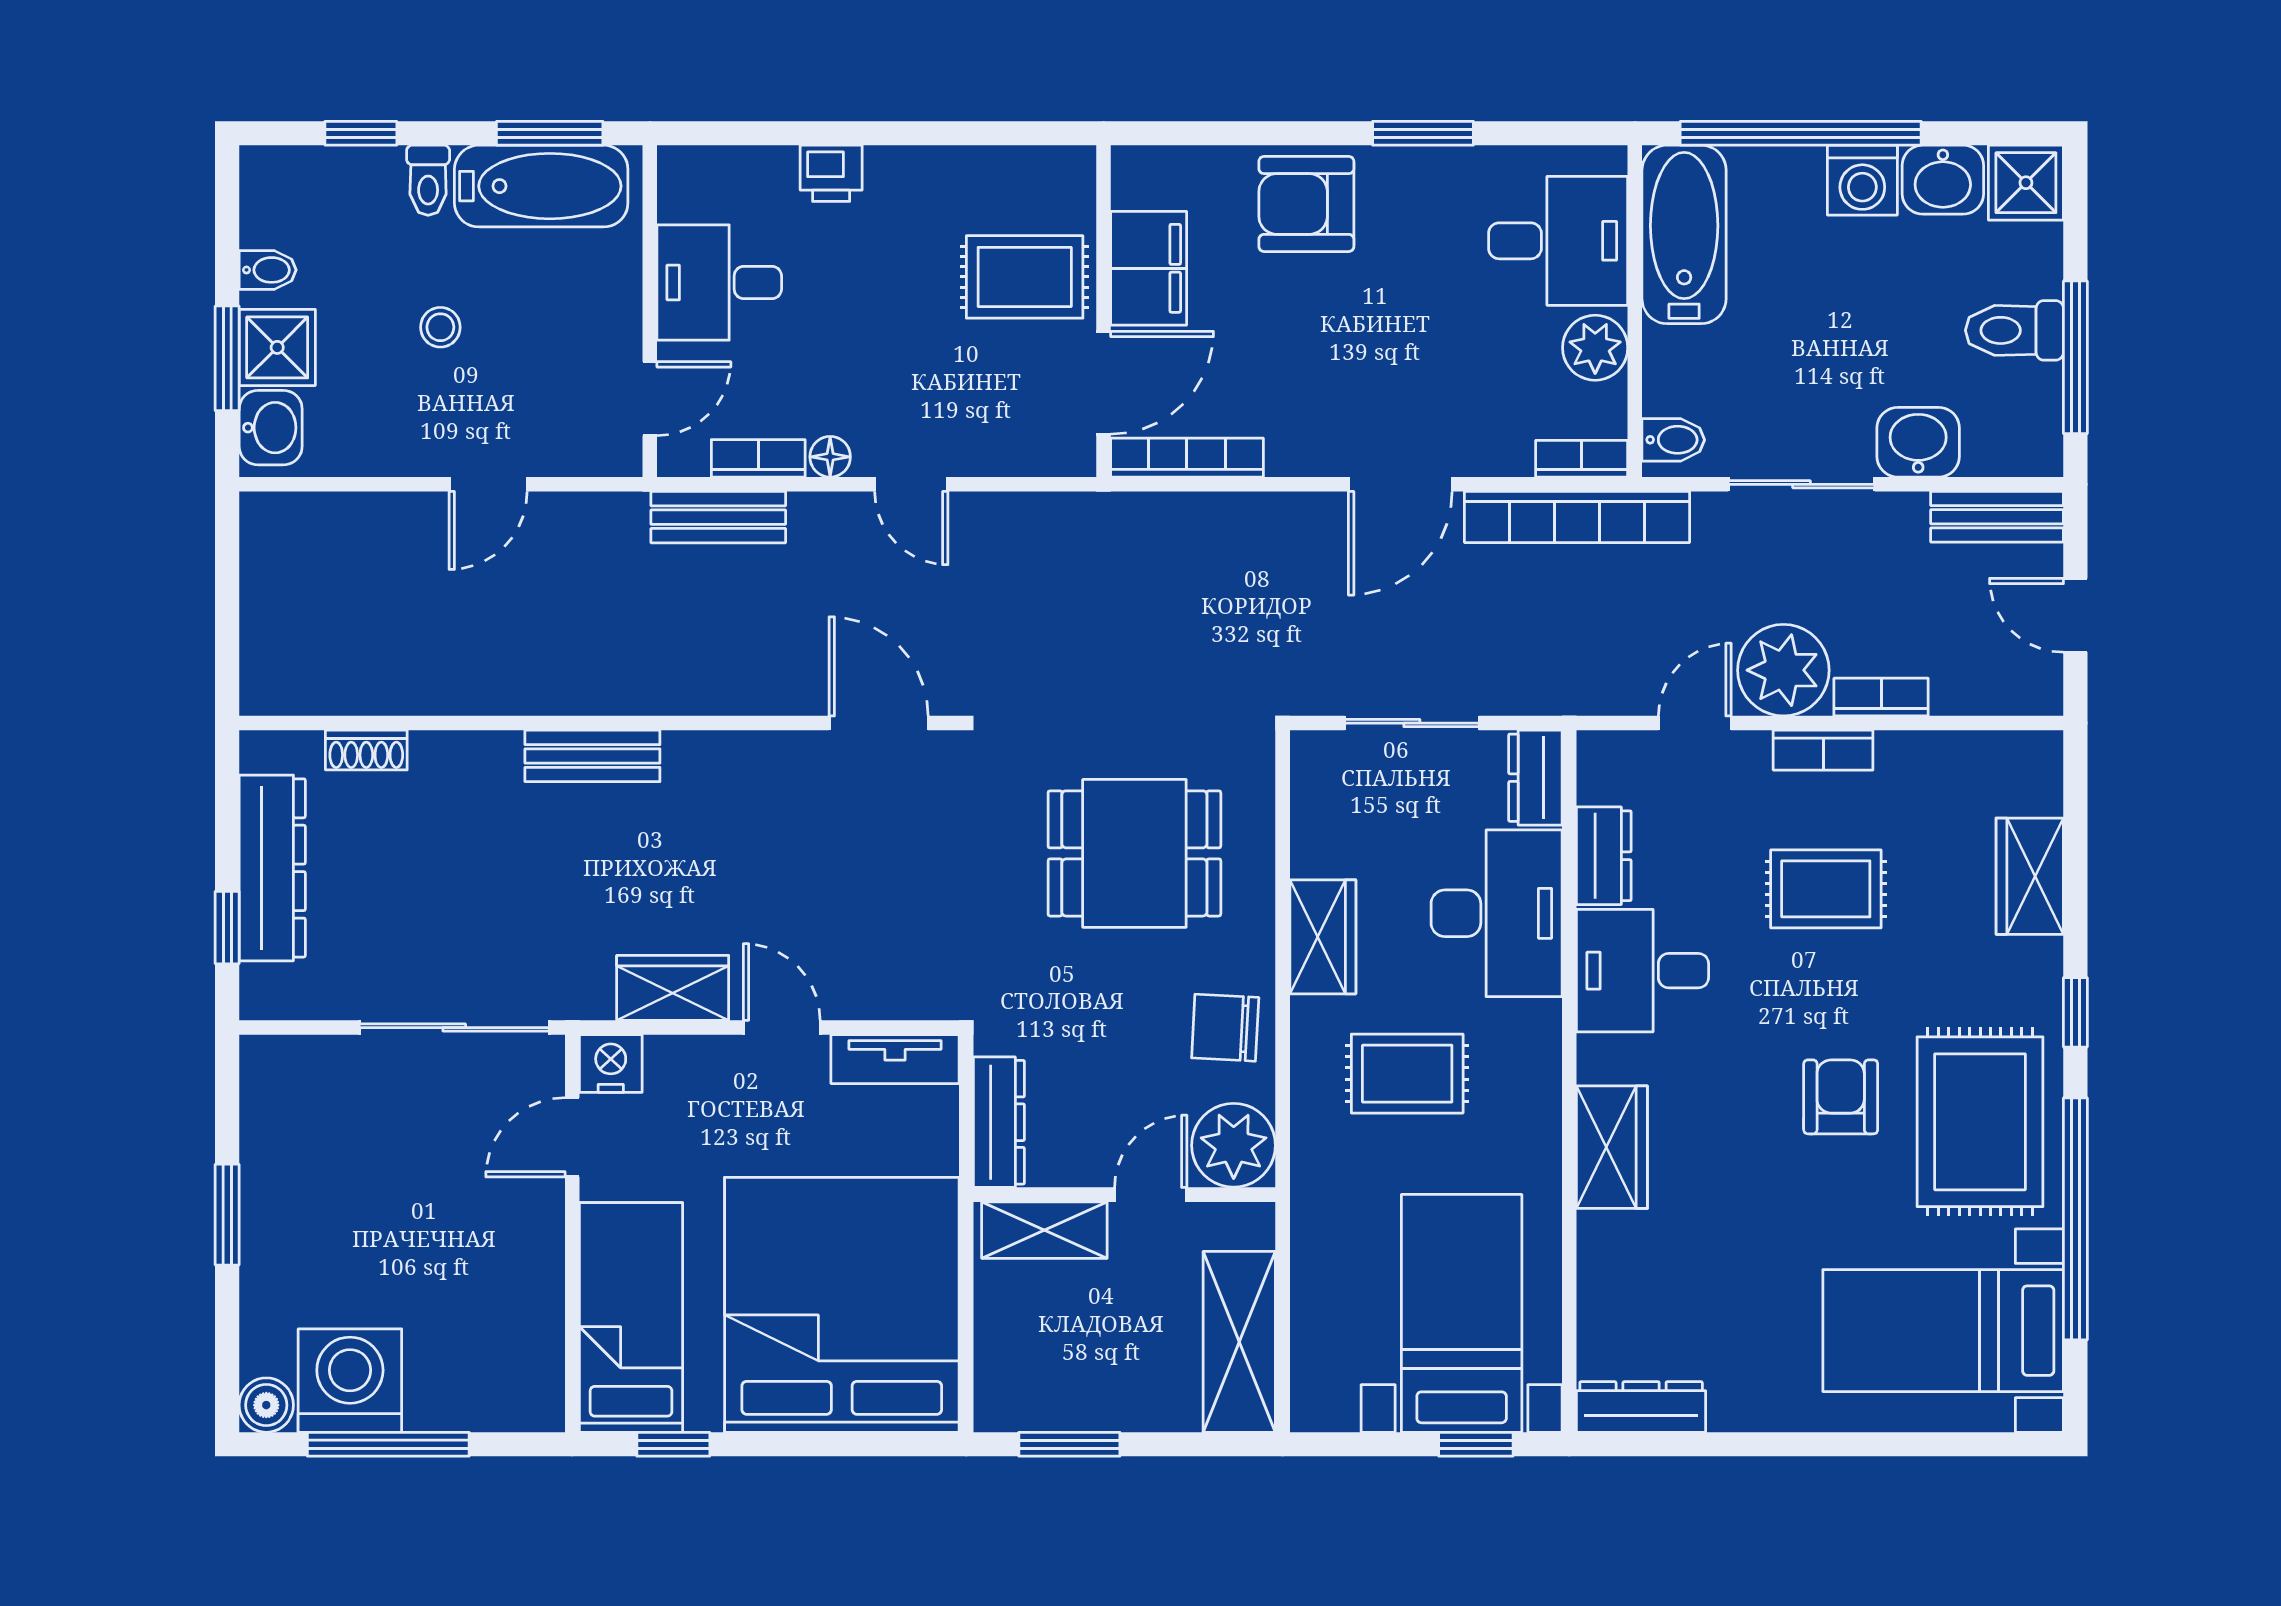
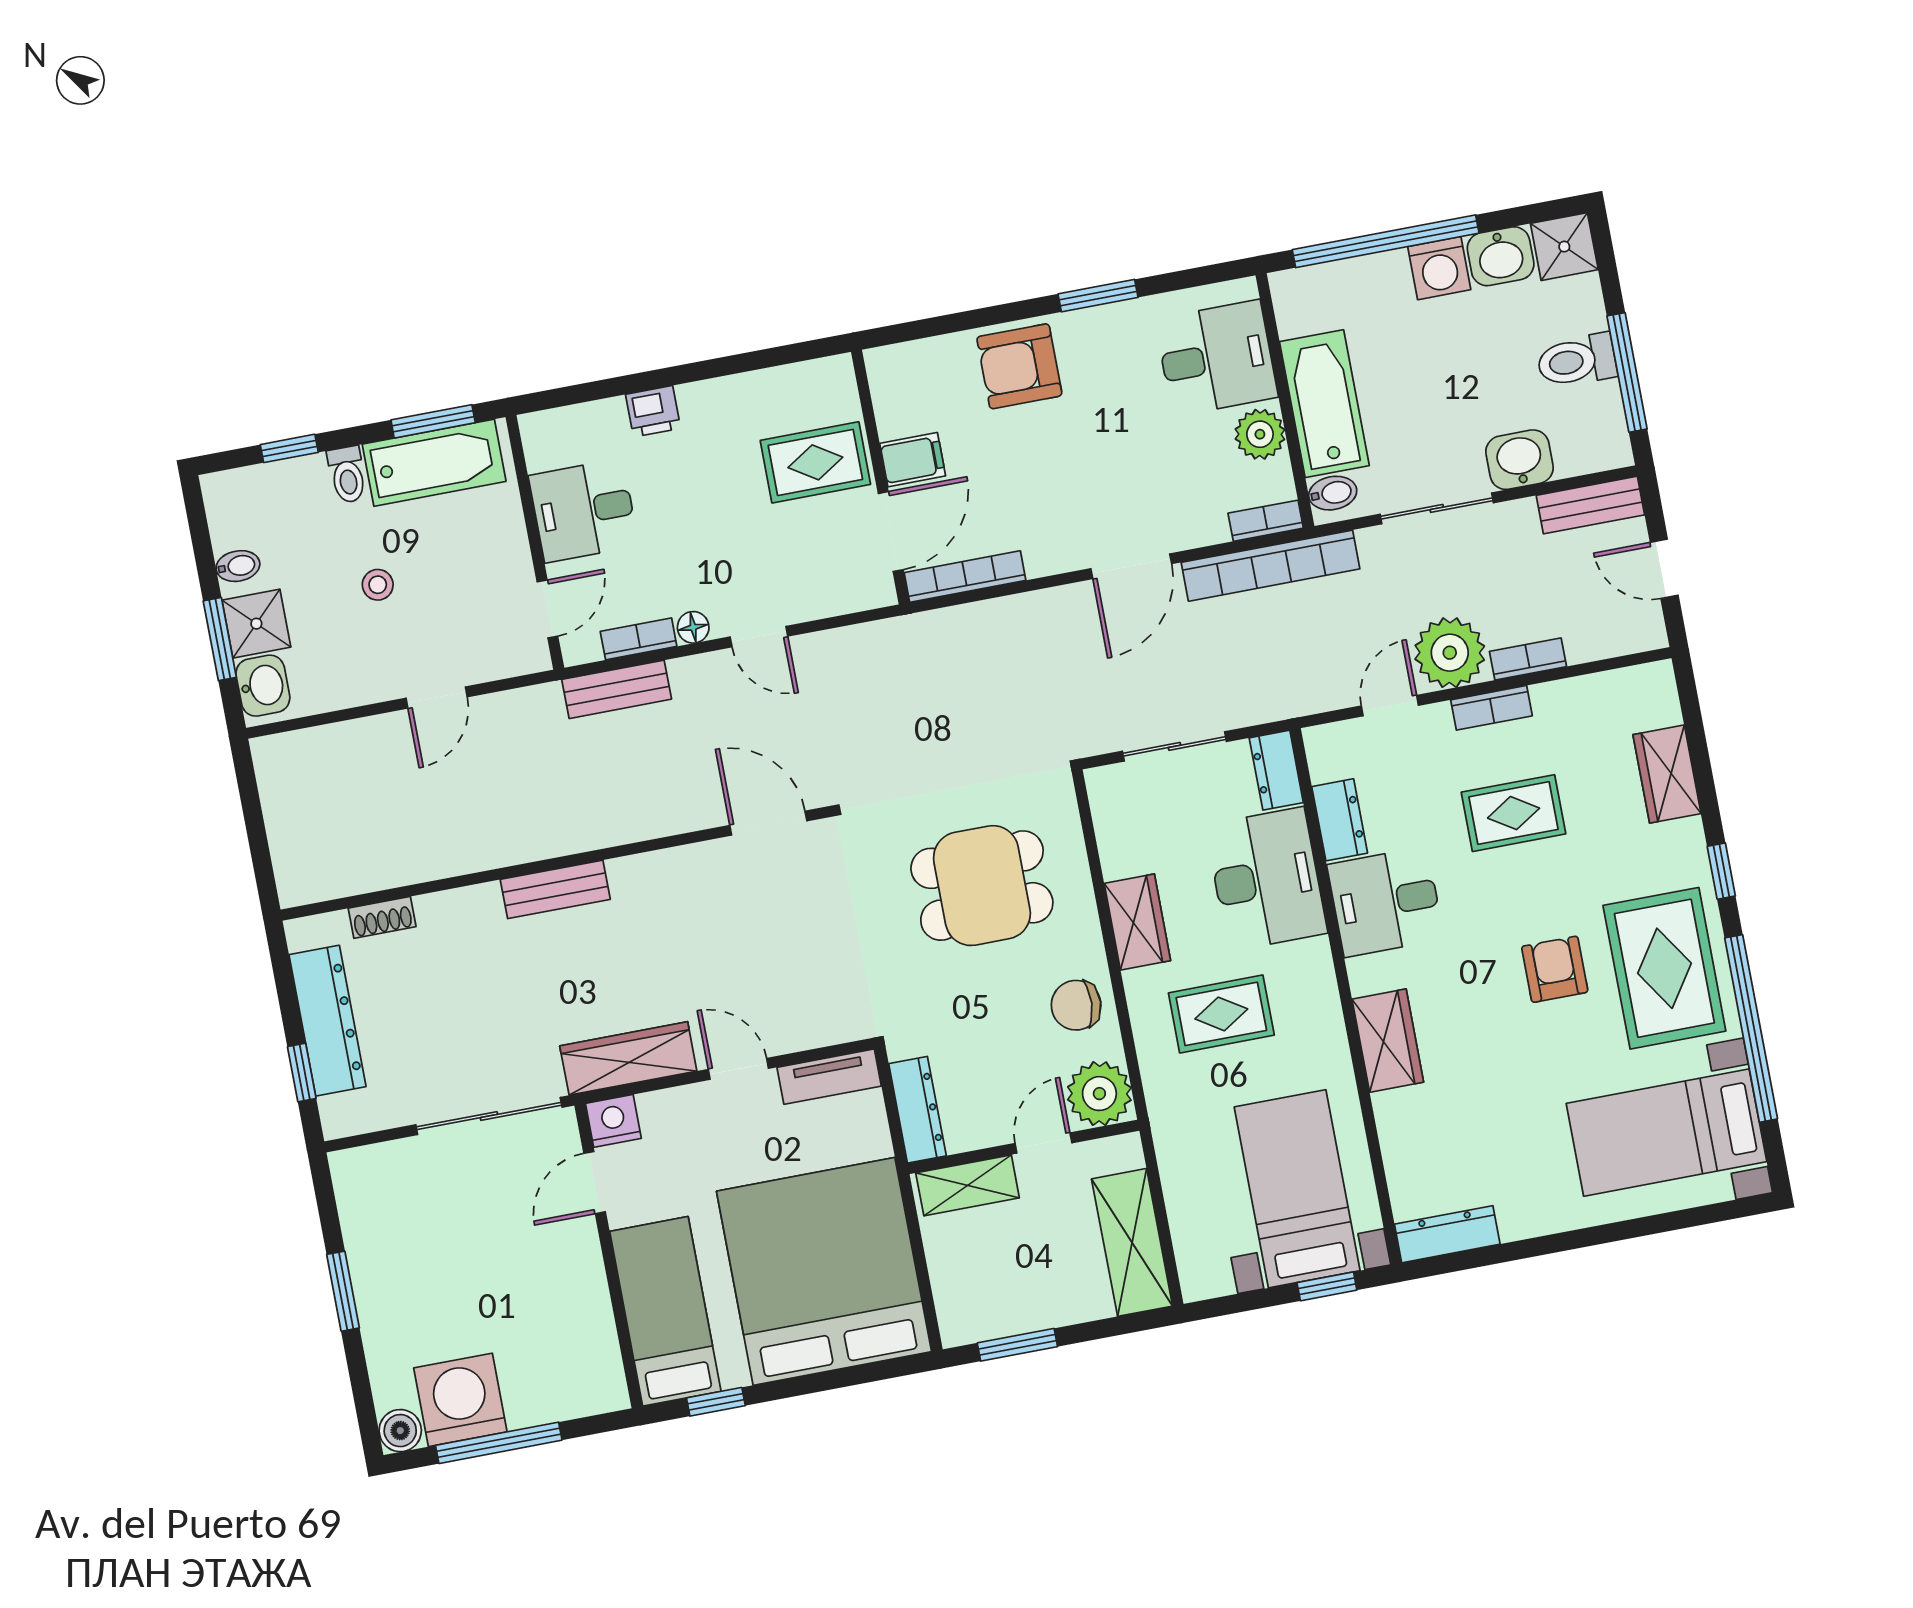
bathtub: (1684, 234) -> (1324, 404), moved
filing cabinet: (1149, 268) -> (913, 460), width x0.50
wardrobe: (673, 988) -> (628, 1058), width x1.50

